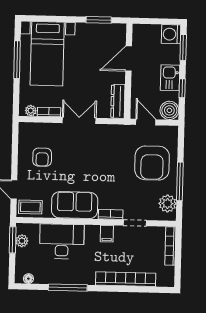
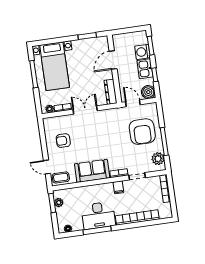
washing machine: (171, 34) -> (142, 52), moved
armchair: (42, 157) -> (63, 141), turned 90
desk: (62, 241) -> (98, 215), moved, turned 180

